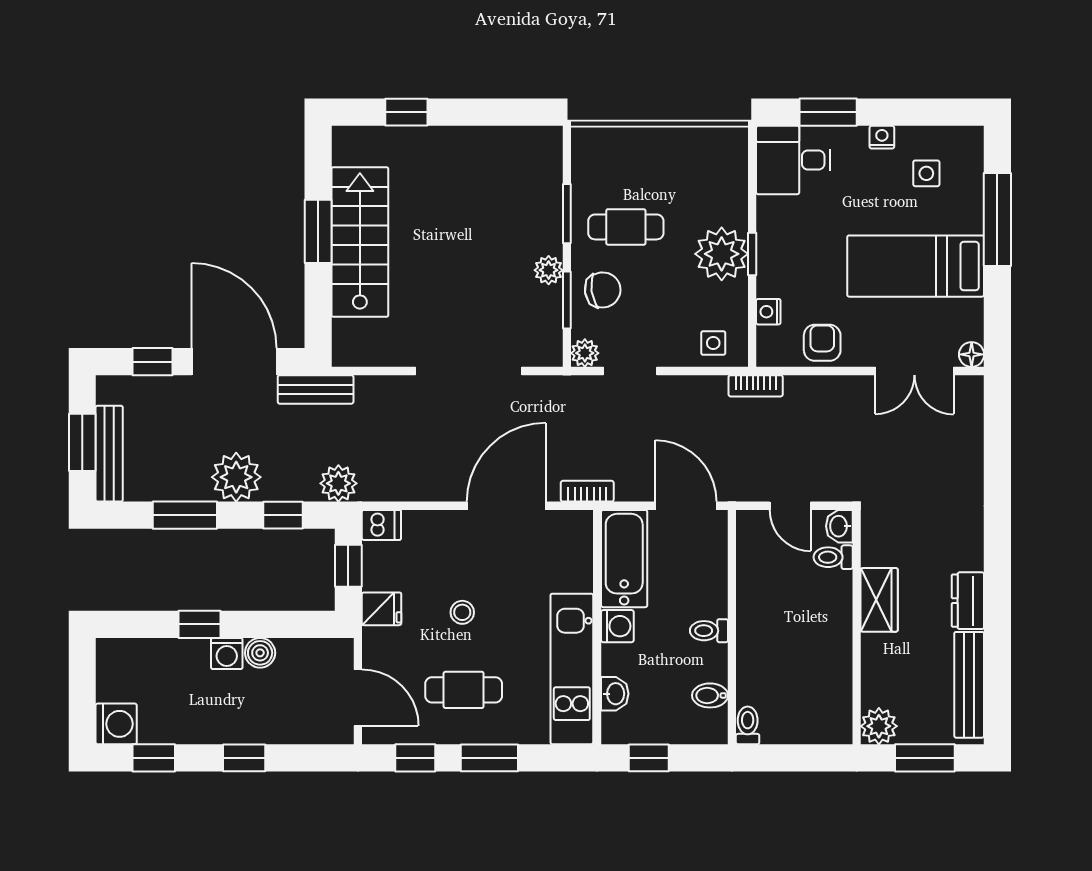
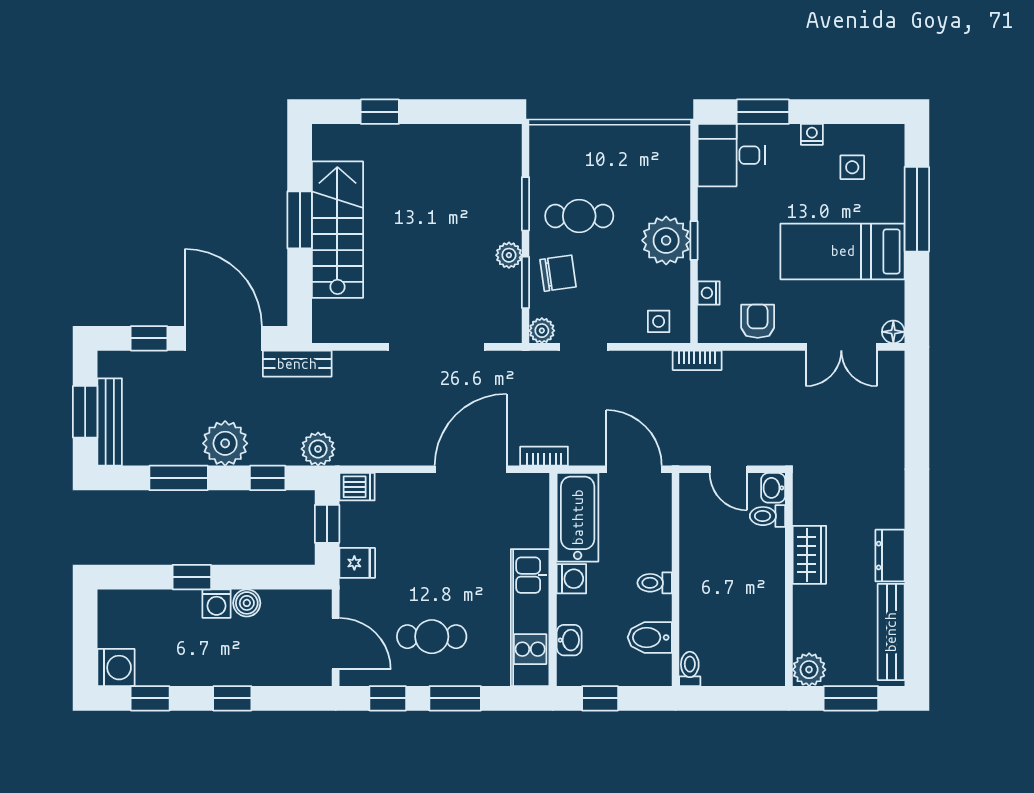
stool: (462, 612) -> (431, 566), removed
bidet: (710, 695) -> (650, 637), width x1.38, depth x1.36

